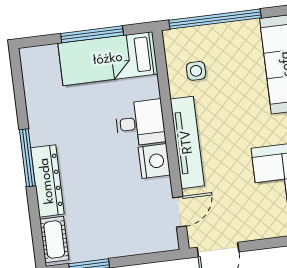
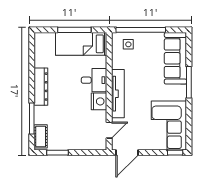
side table: (196, 71) -> (128, 44), moved
window: (27, 158) -> (32, 119), moved
dresser: (47, 181) -> (41, 87), moved

